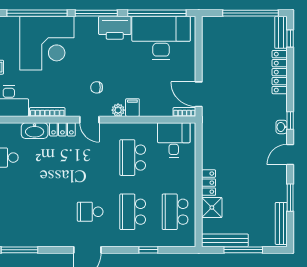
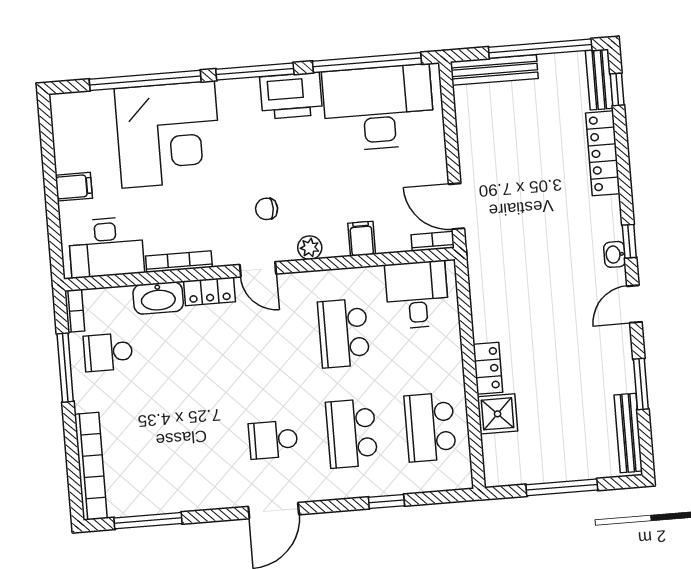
filing cabinet: (132, 108) -> (362, 239), moved
bench: (225, 240) -> (494, 70), moved

